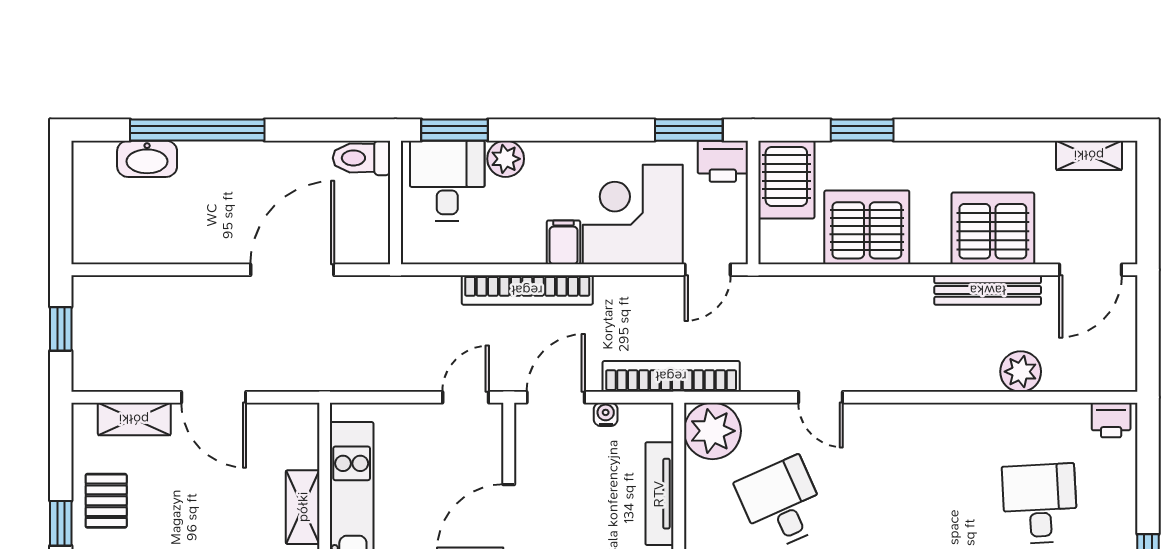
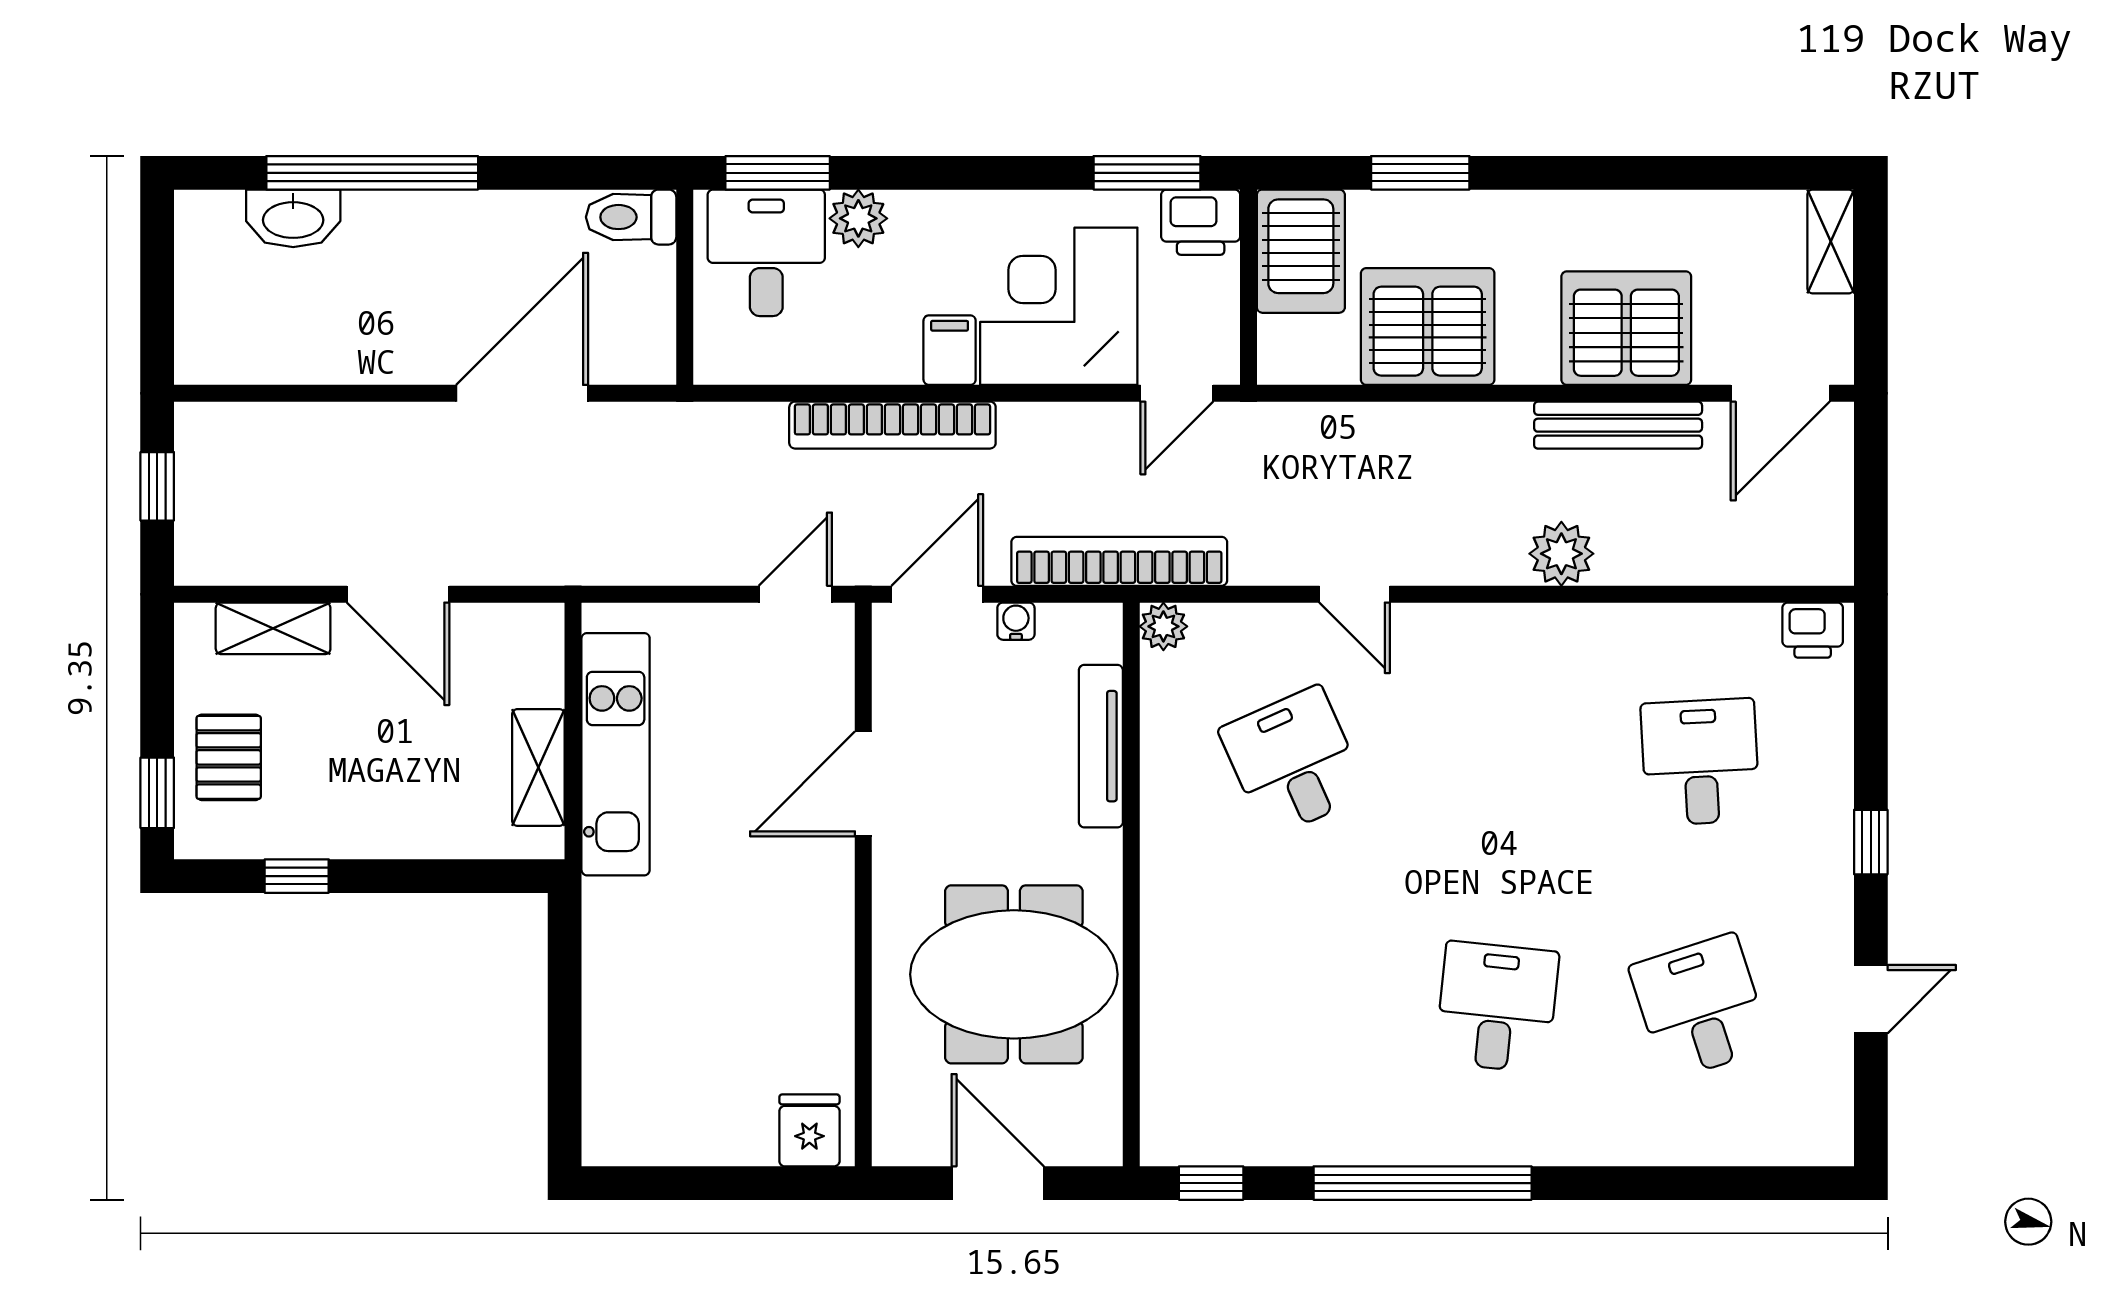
shelving: (1089, 155) -> (1831, 241), moved, turned 90
plant: (1021, 372) -> (1561, 554), moved
plant: (712, 431) -> (1163, 626), width x0.53, depth x0.53

